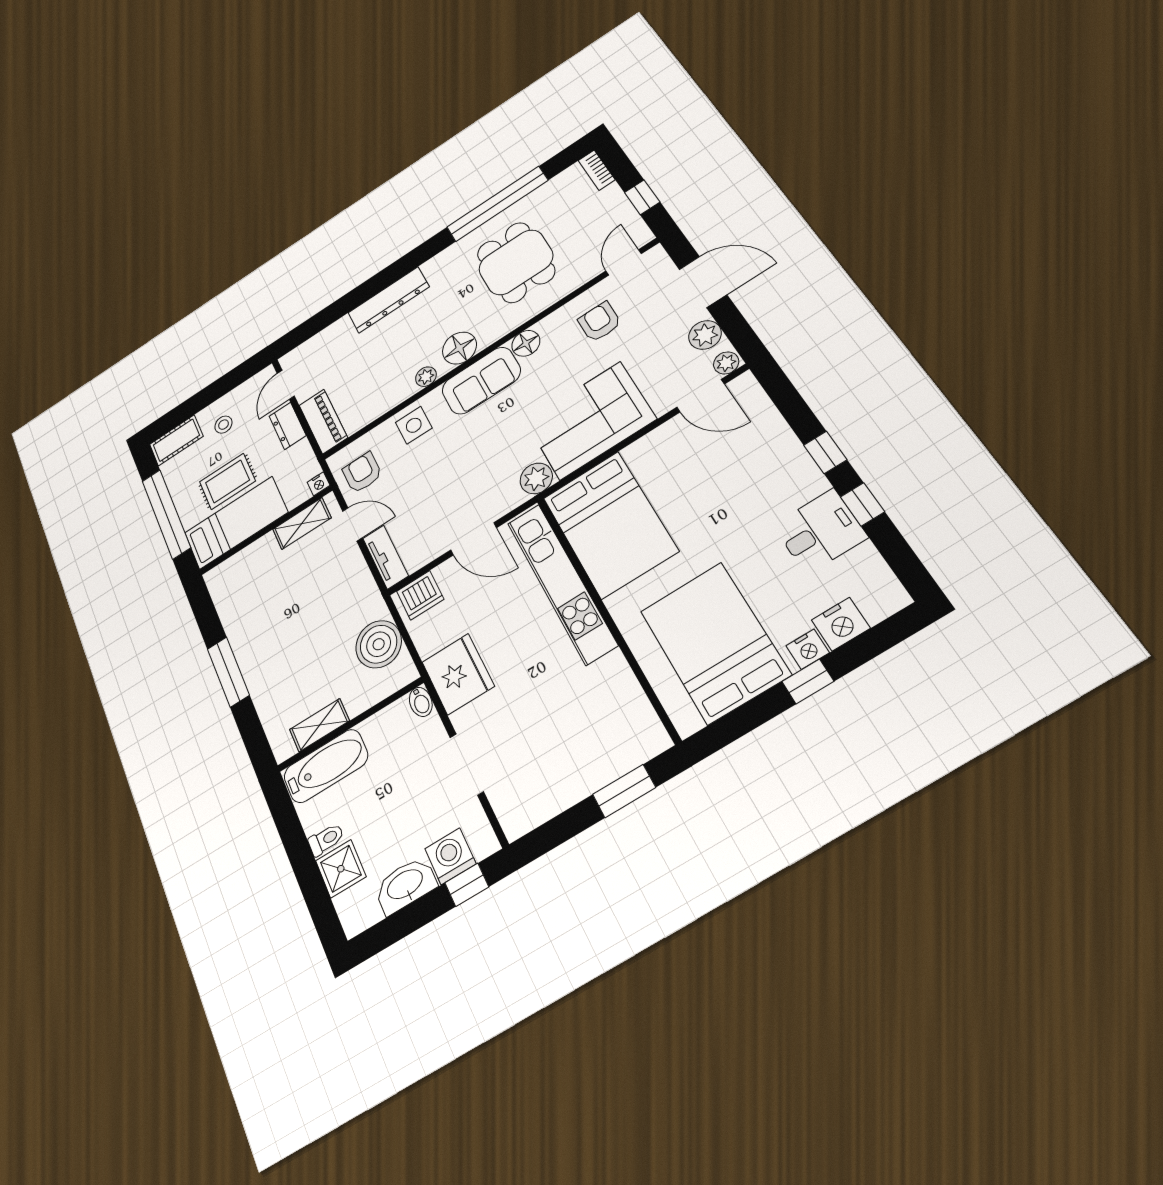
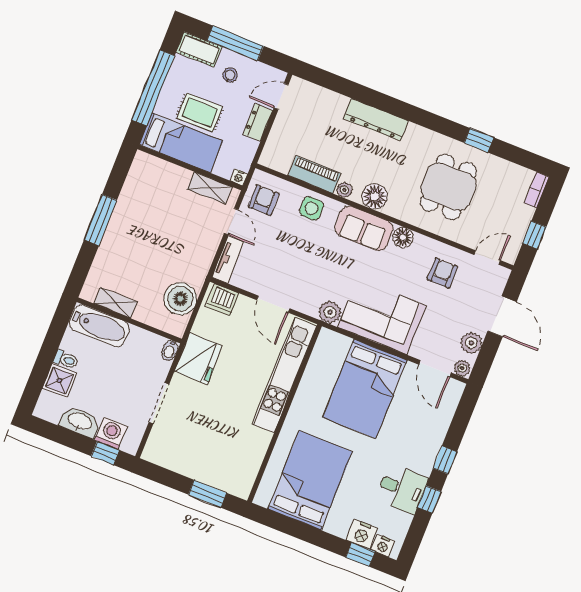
window: (497, 204) -> (479, 140), width x0.32
window: (203, 399) -> (235, 43), added
piano: (323, 421) -> (314, 175), moved, turned -90
bed: (610, 524) -> (365, 389), moved
nightstand: (808, 649) -> (383, 546), moved
window: (808, 681) -> (360, 555), moved

